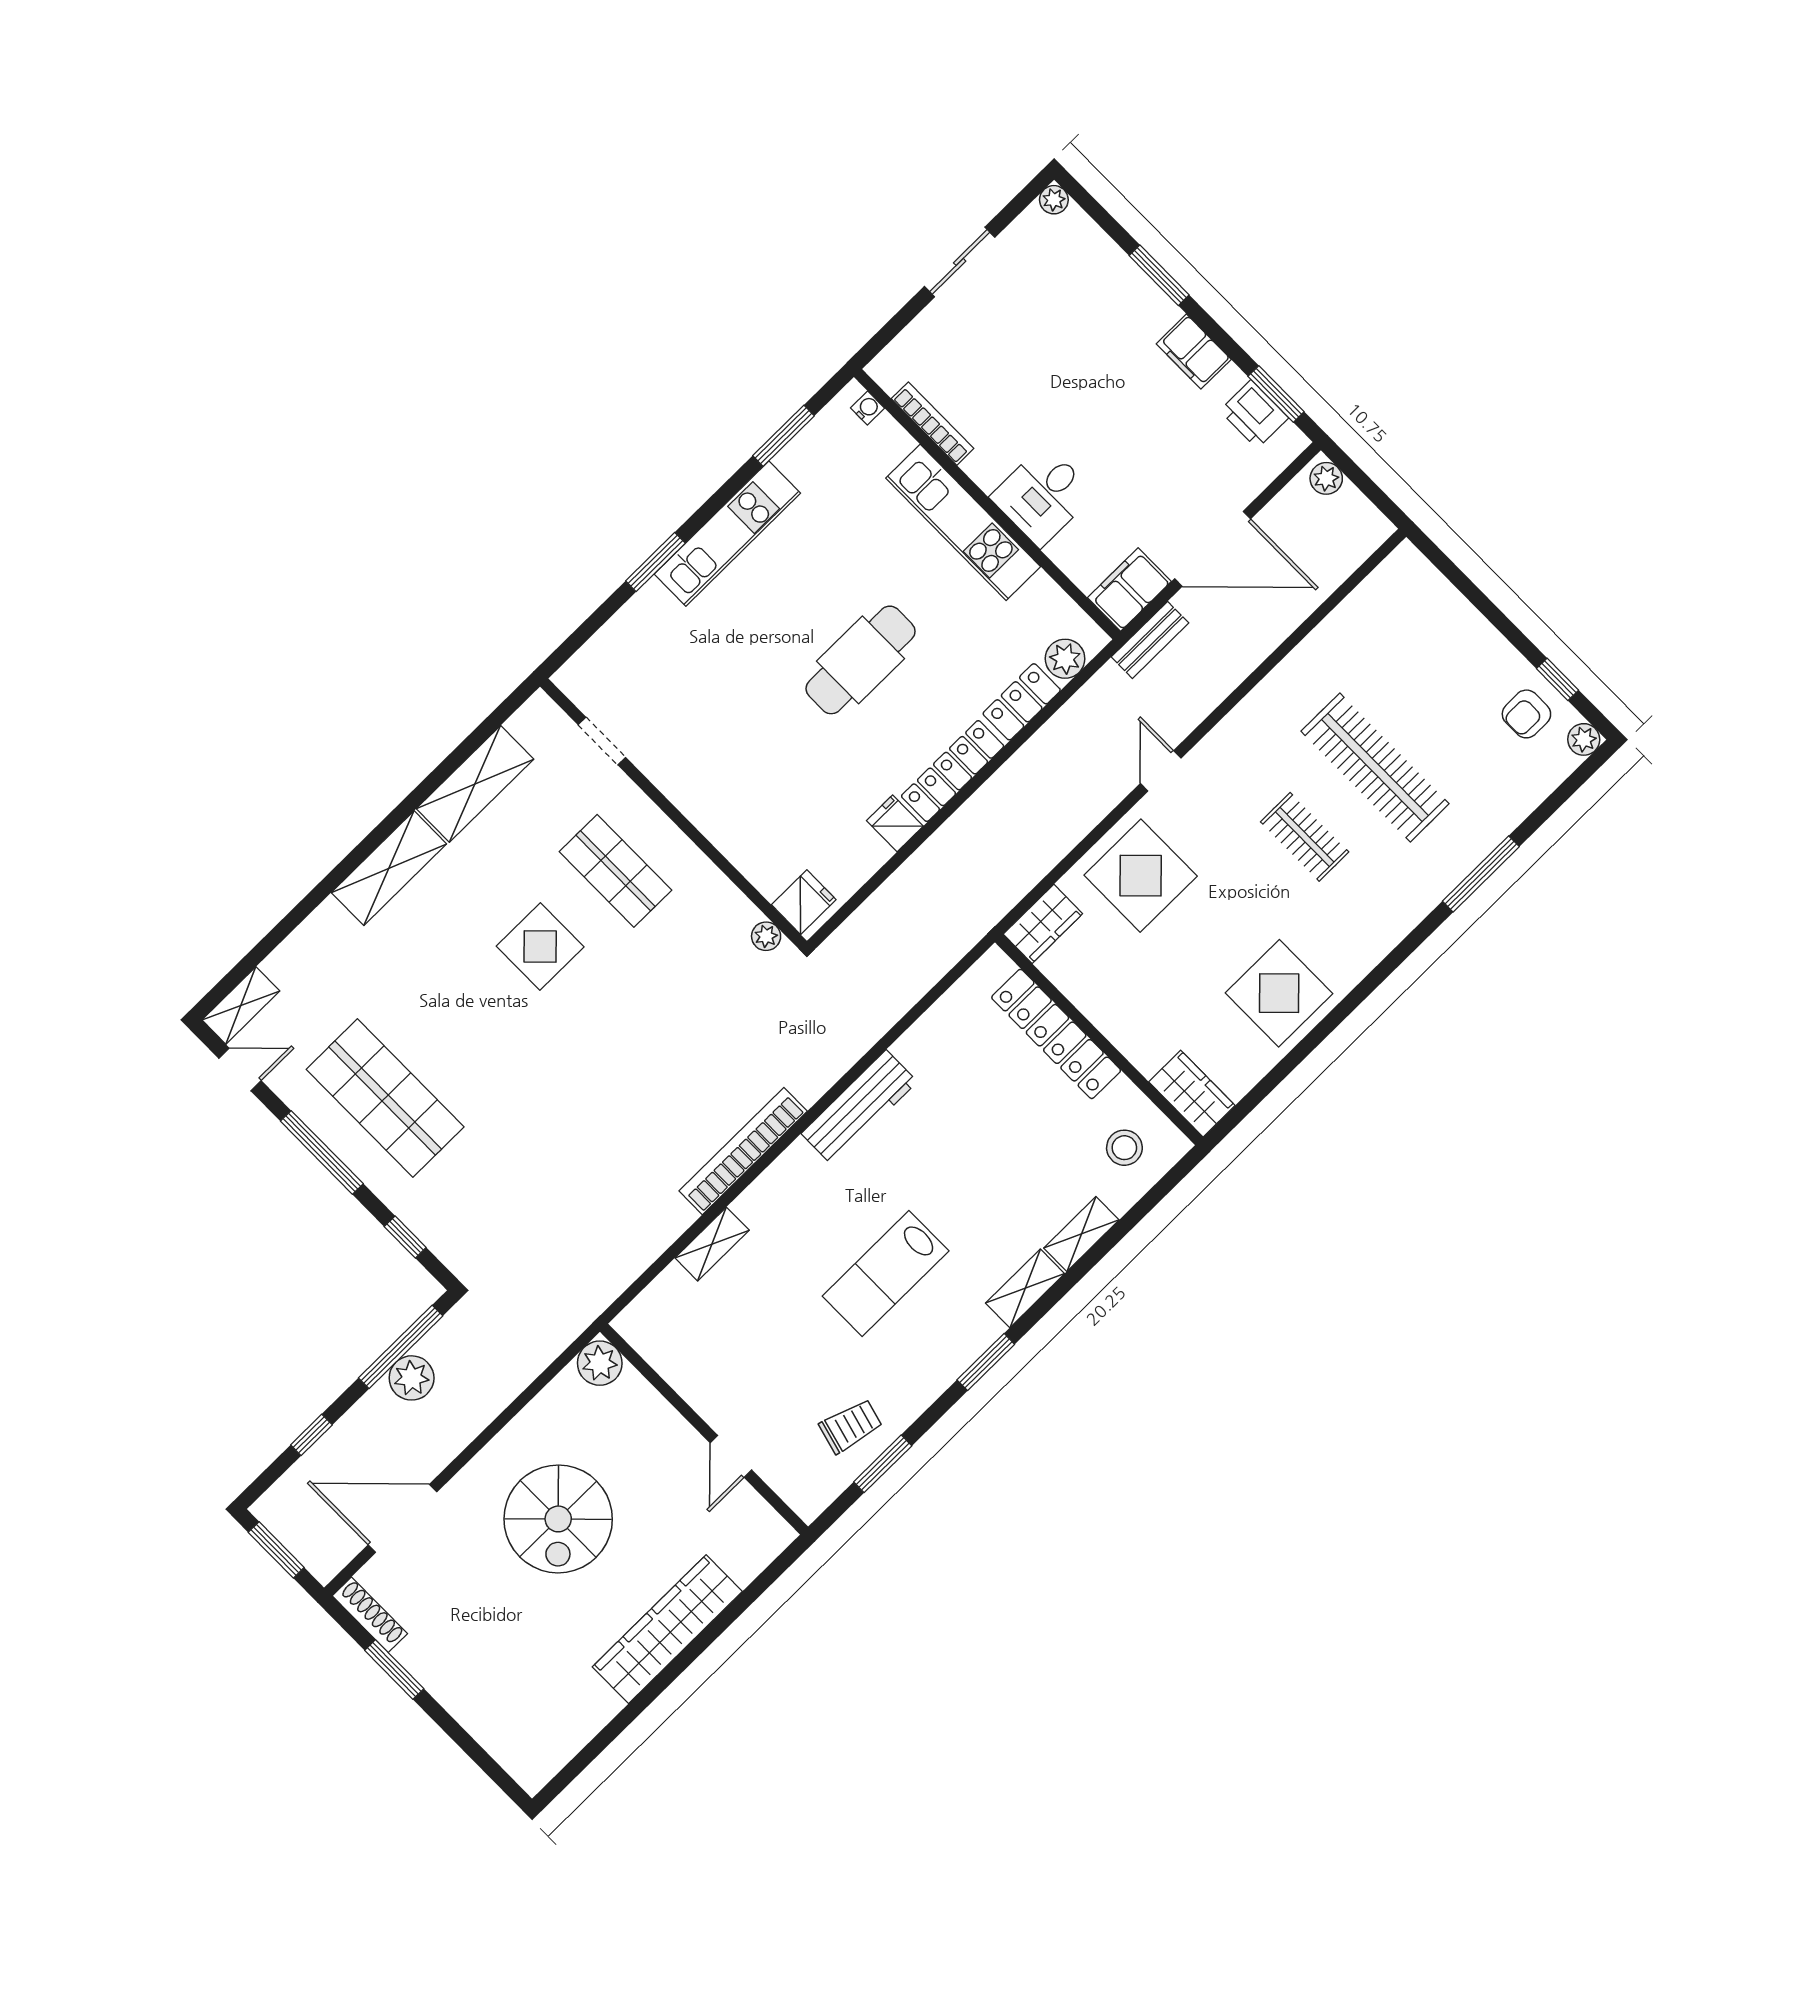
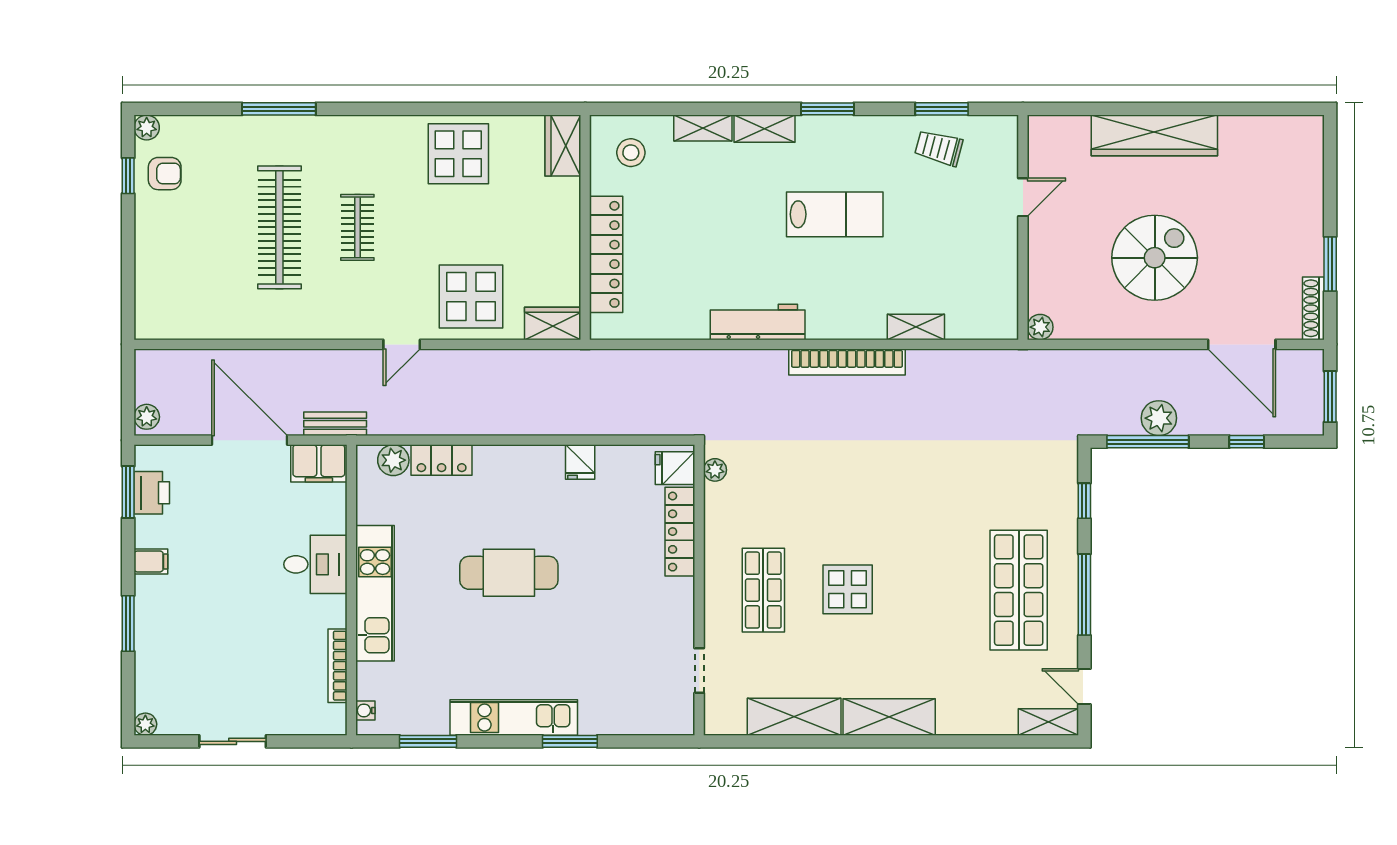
filing cabinet: (1194, 352) -> (151, 561), width x0.50
locker: (953, 771) -> (680, 532), moved, turned 90
plant: (600, 1363) -> (1040, 327), width x0.73, depth x0.73

